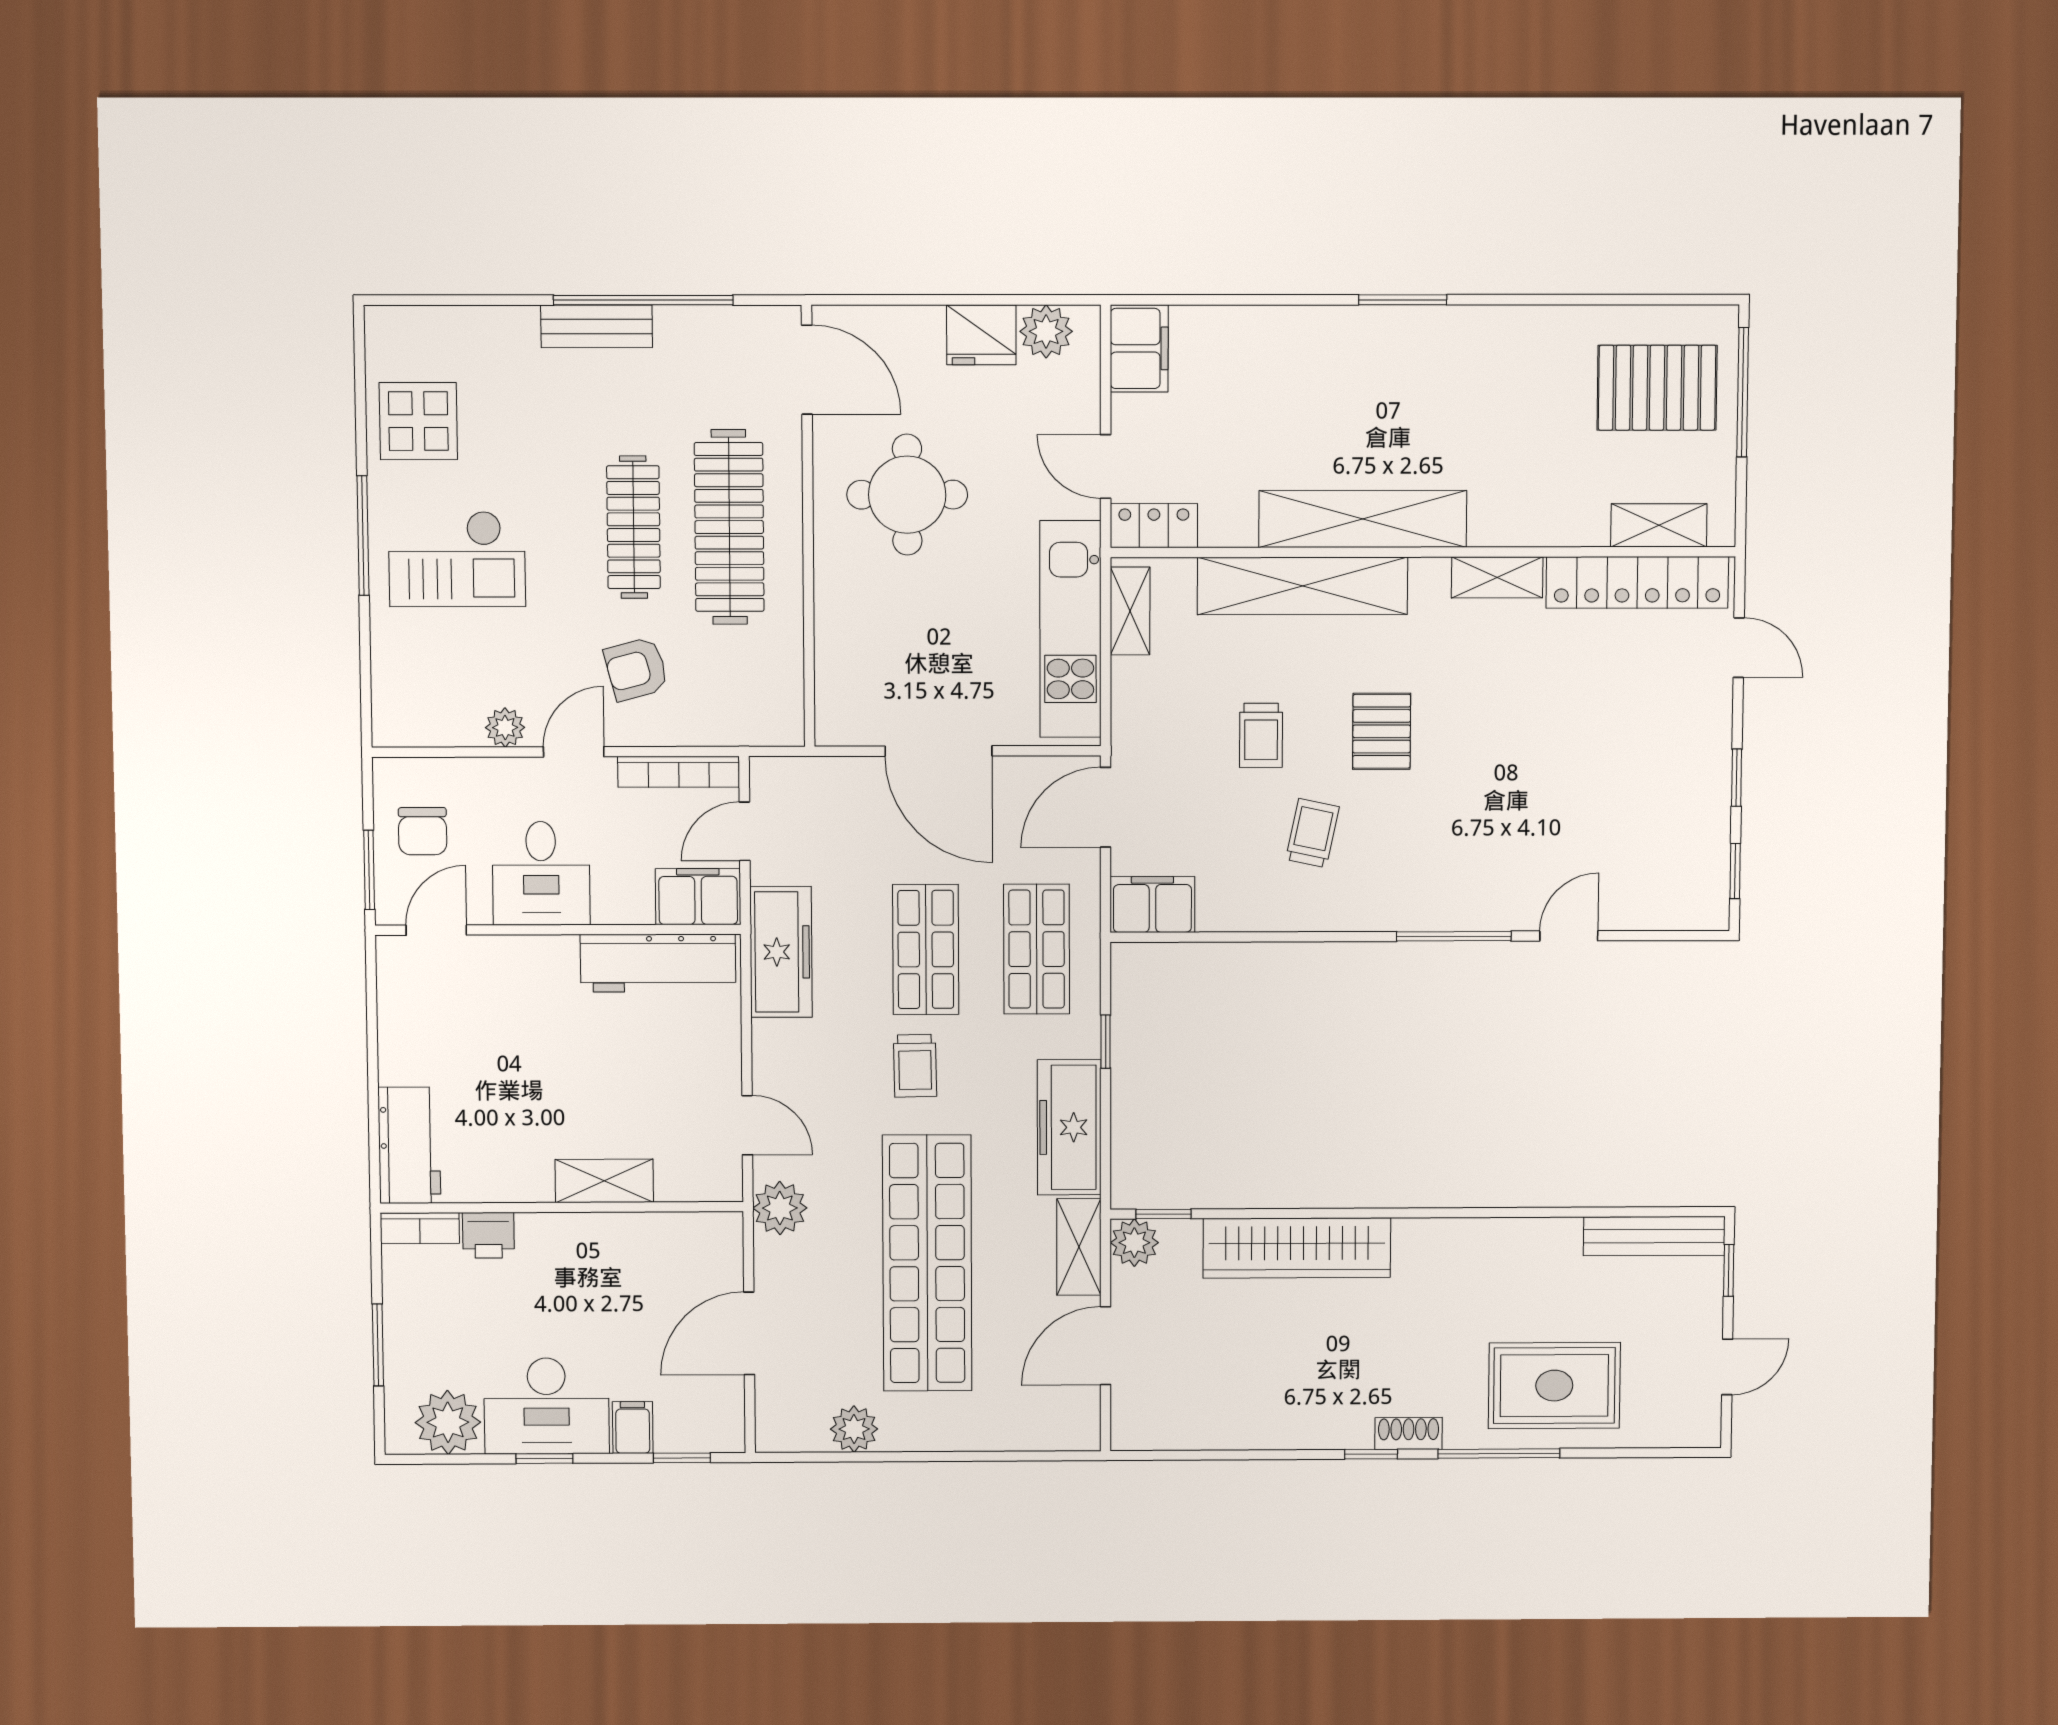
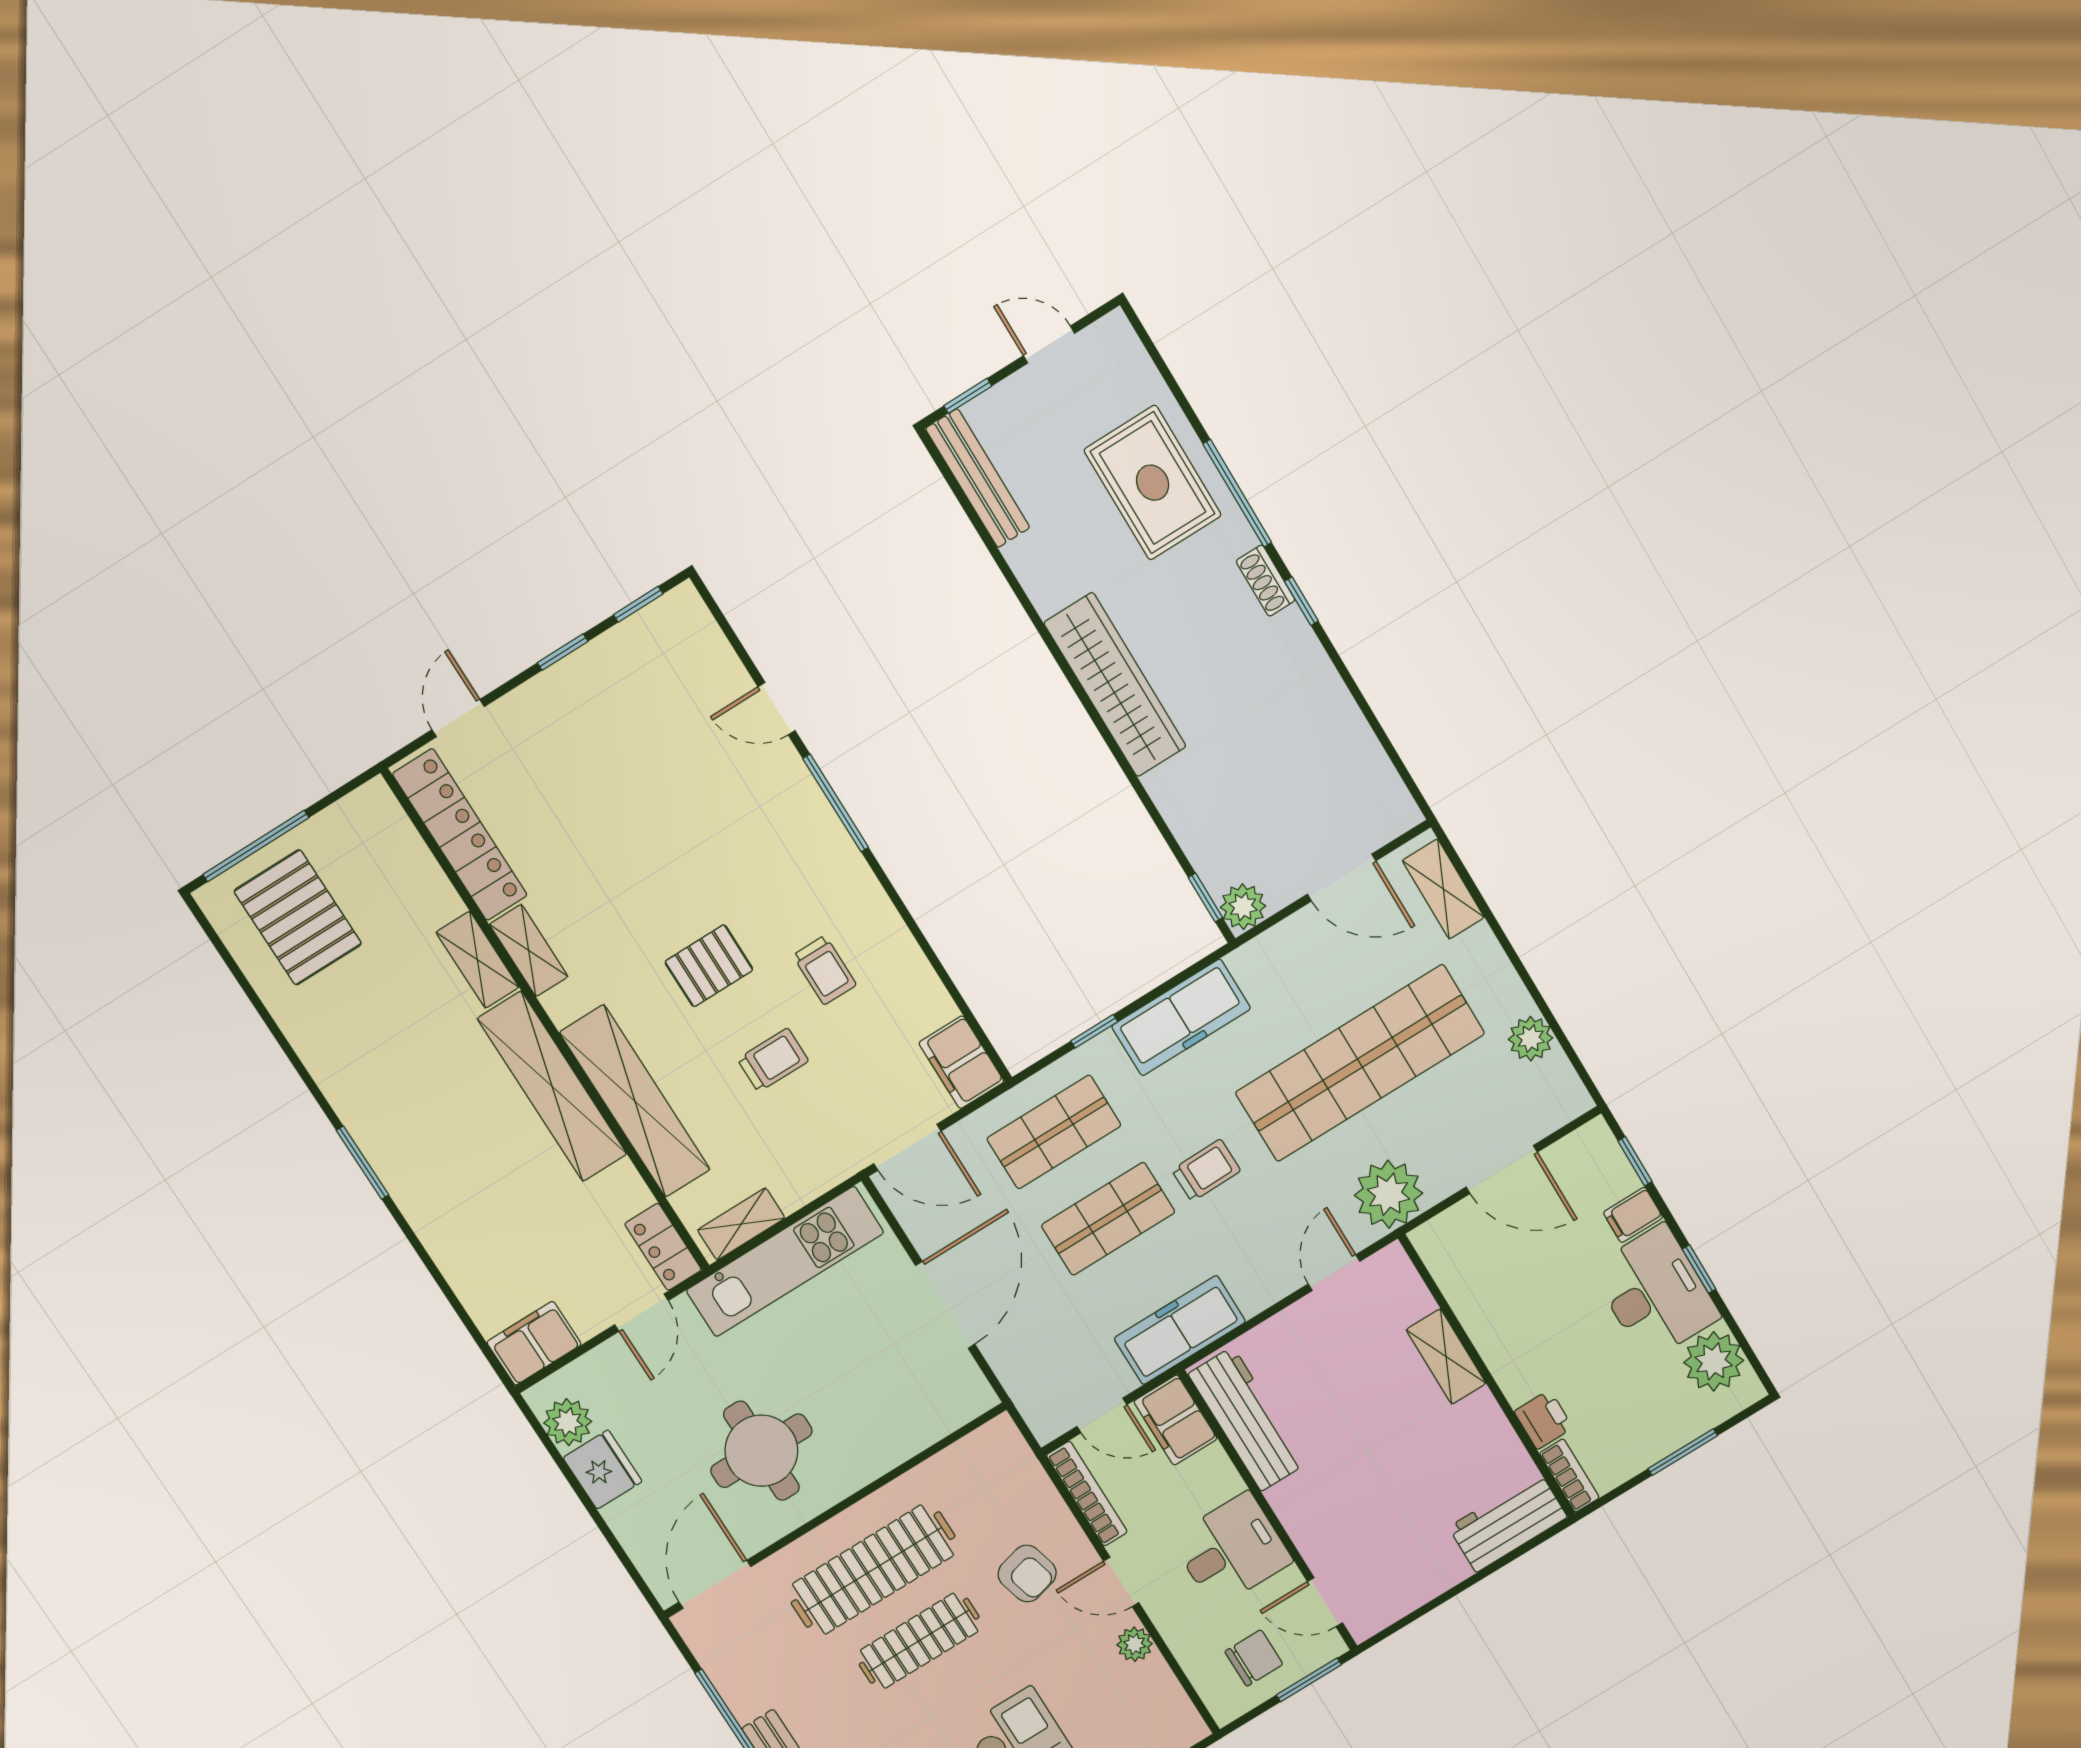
shelving: (1659, 525) -> (477, 960), moved
trolley: (1312, 833) -> (825, 970), turned -102
plant: (780, 1208) -> (1389, 1194), width x1.36, depth x1.36
shelving: (1079, 1247) -> (1443, 889), moved, turned 90
wardrobe: (1297, 1248) -> (1115, 685), moved

